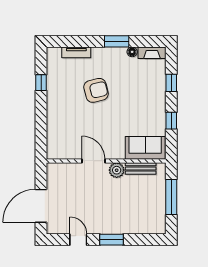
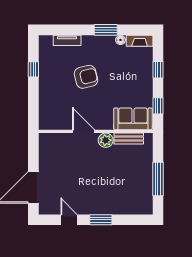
sofa: (145, 148) -> (133, 119), moved
door: (93, 161) -> (83, 131), moved
wall: (106, 161) -> (96, 131), moved
bench: (141, 168) -> (129, 139), moved
plant: (117, 170) -> (106, 140), moved

